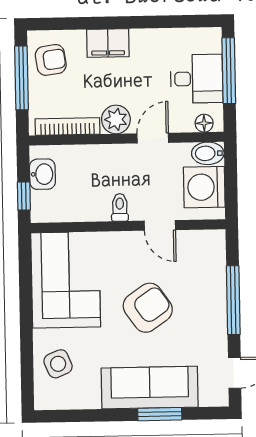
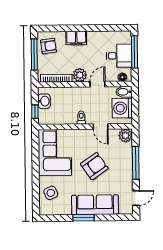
plant: (212, 244) -> (125, 135), added
window: (160, 414) -> (83, 218), moved

